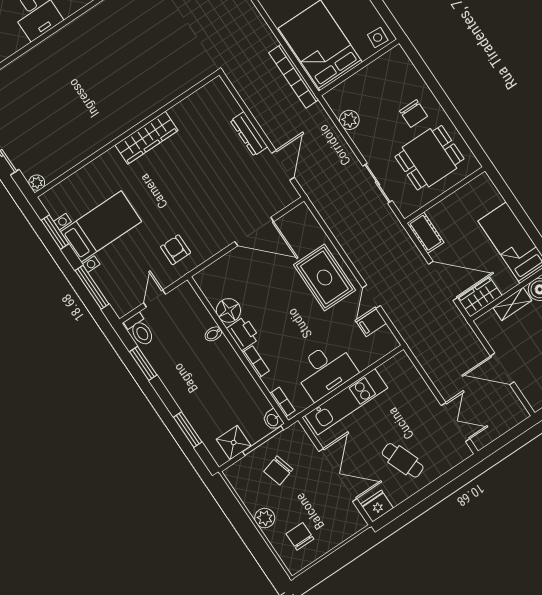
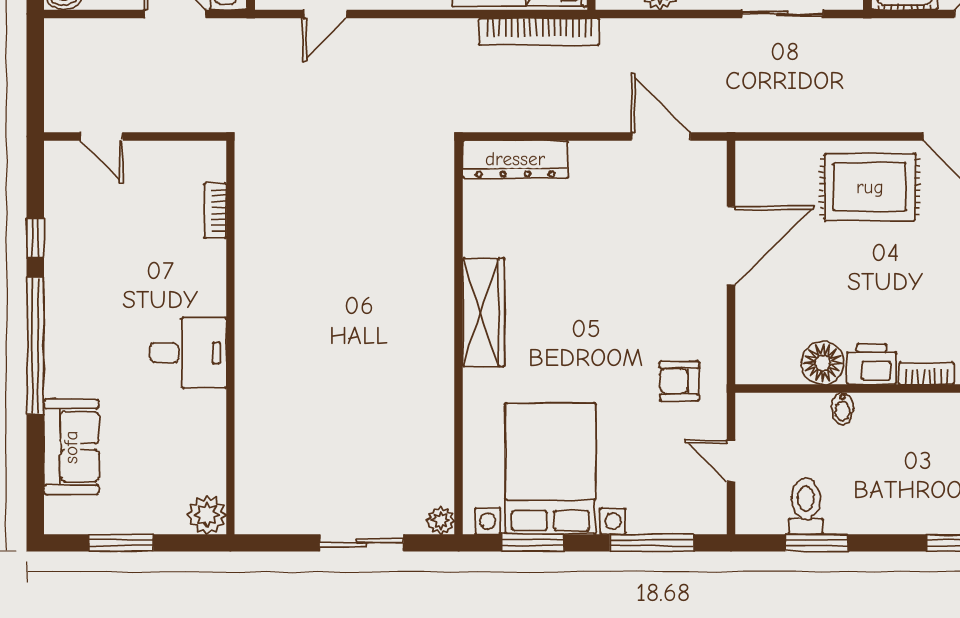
dresser: (249, 134) -> (515, 159), moved, width x1.37, depth x1.24
bed with nightstands: (101, 227) -> (550, 469), width x1.36
toilet: (140, 330) -> (806, 506), moved, turned -90

